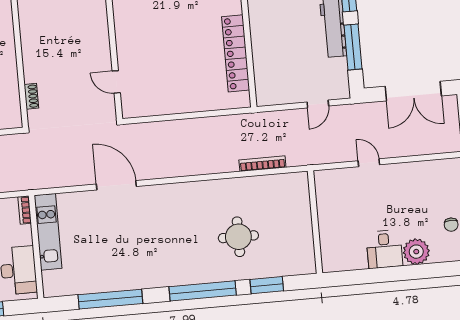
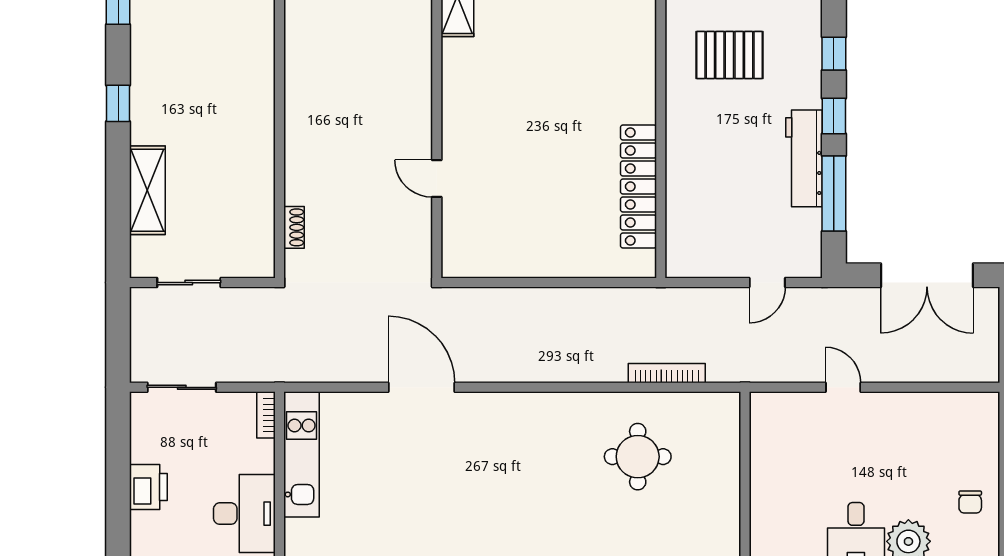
door: (116, 82) -> (437, 179), moved
round table: (238, 237) -> (638, 457), moved

